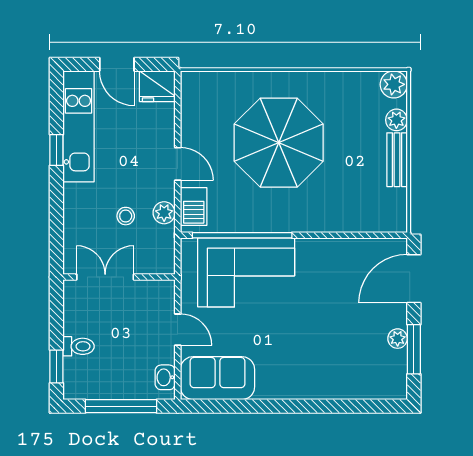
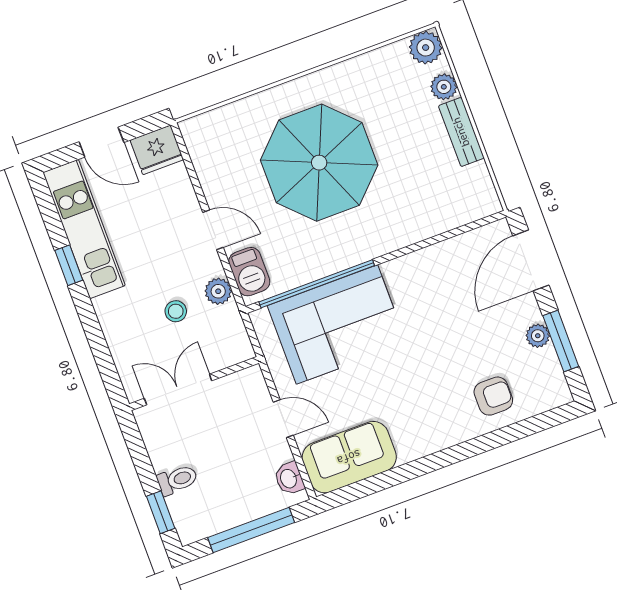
armchair: (346, 372) -> (493, 396), added

